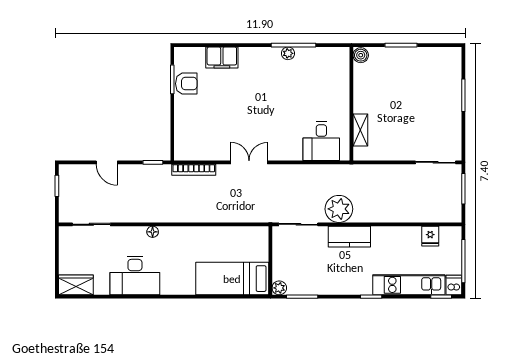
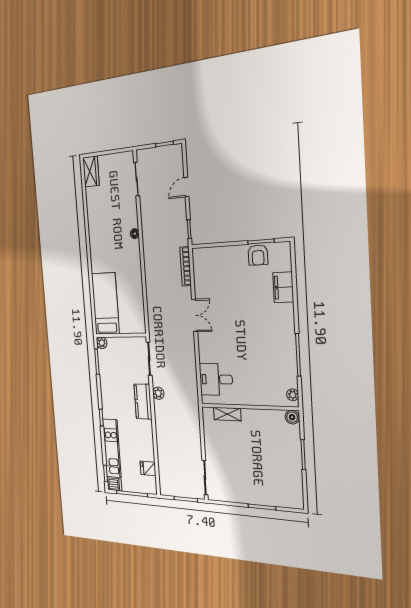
plant: (288, 53) -> (293, 395), moved
plant: (339, 209) -> (158, 393), width x0.53, depth x0.53
desk: (135, 276) -> (101, 221), removed

